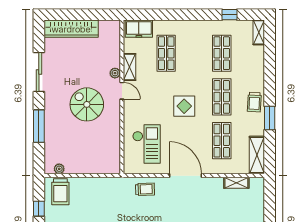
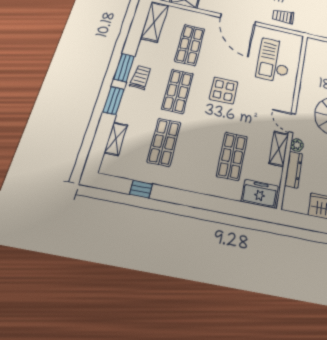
shelving: (259, 32) -> (116, 139), moved
dresser: (115, 53) -> (294, 170), added
window: (270, 78) -> (114, 101), added
window: (270, 118) -> (124, 68), moved

